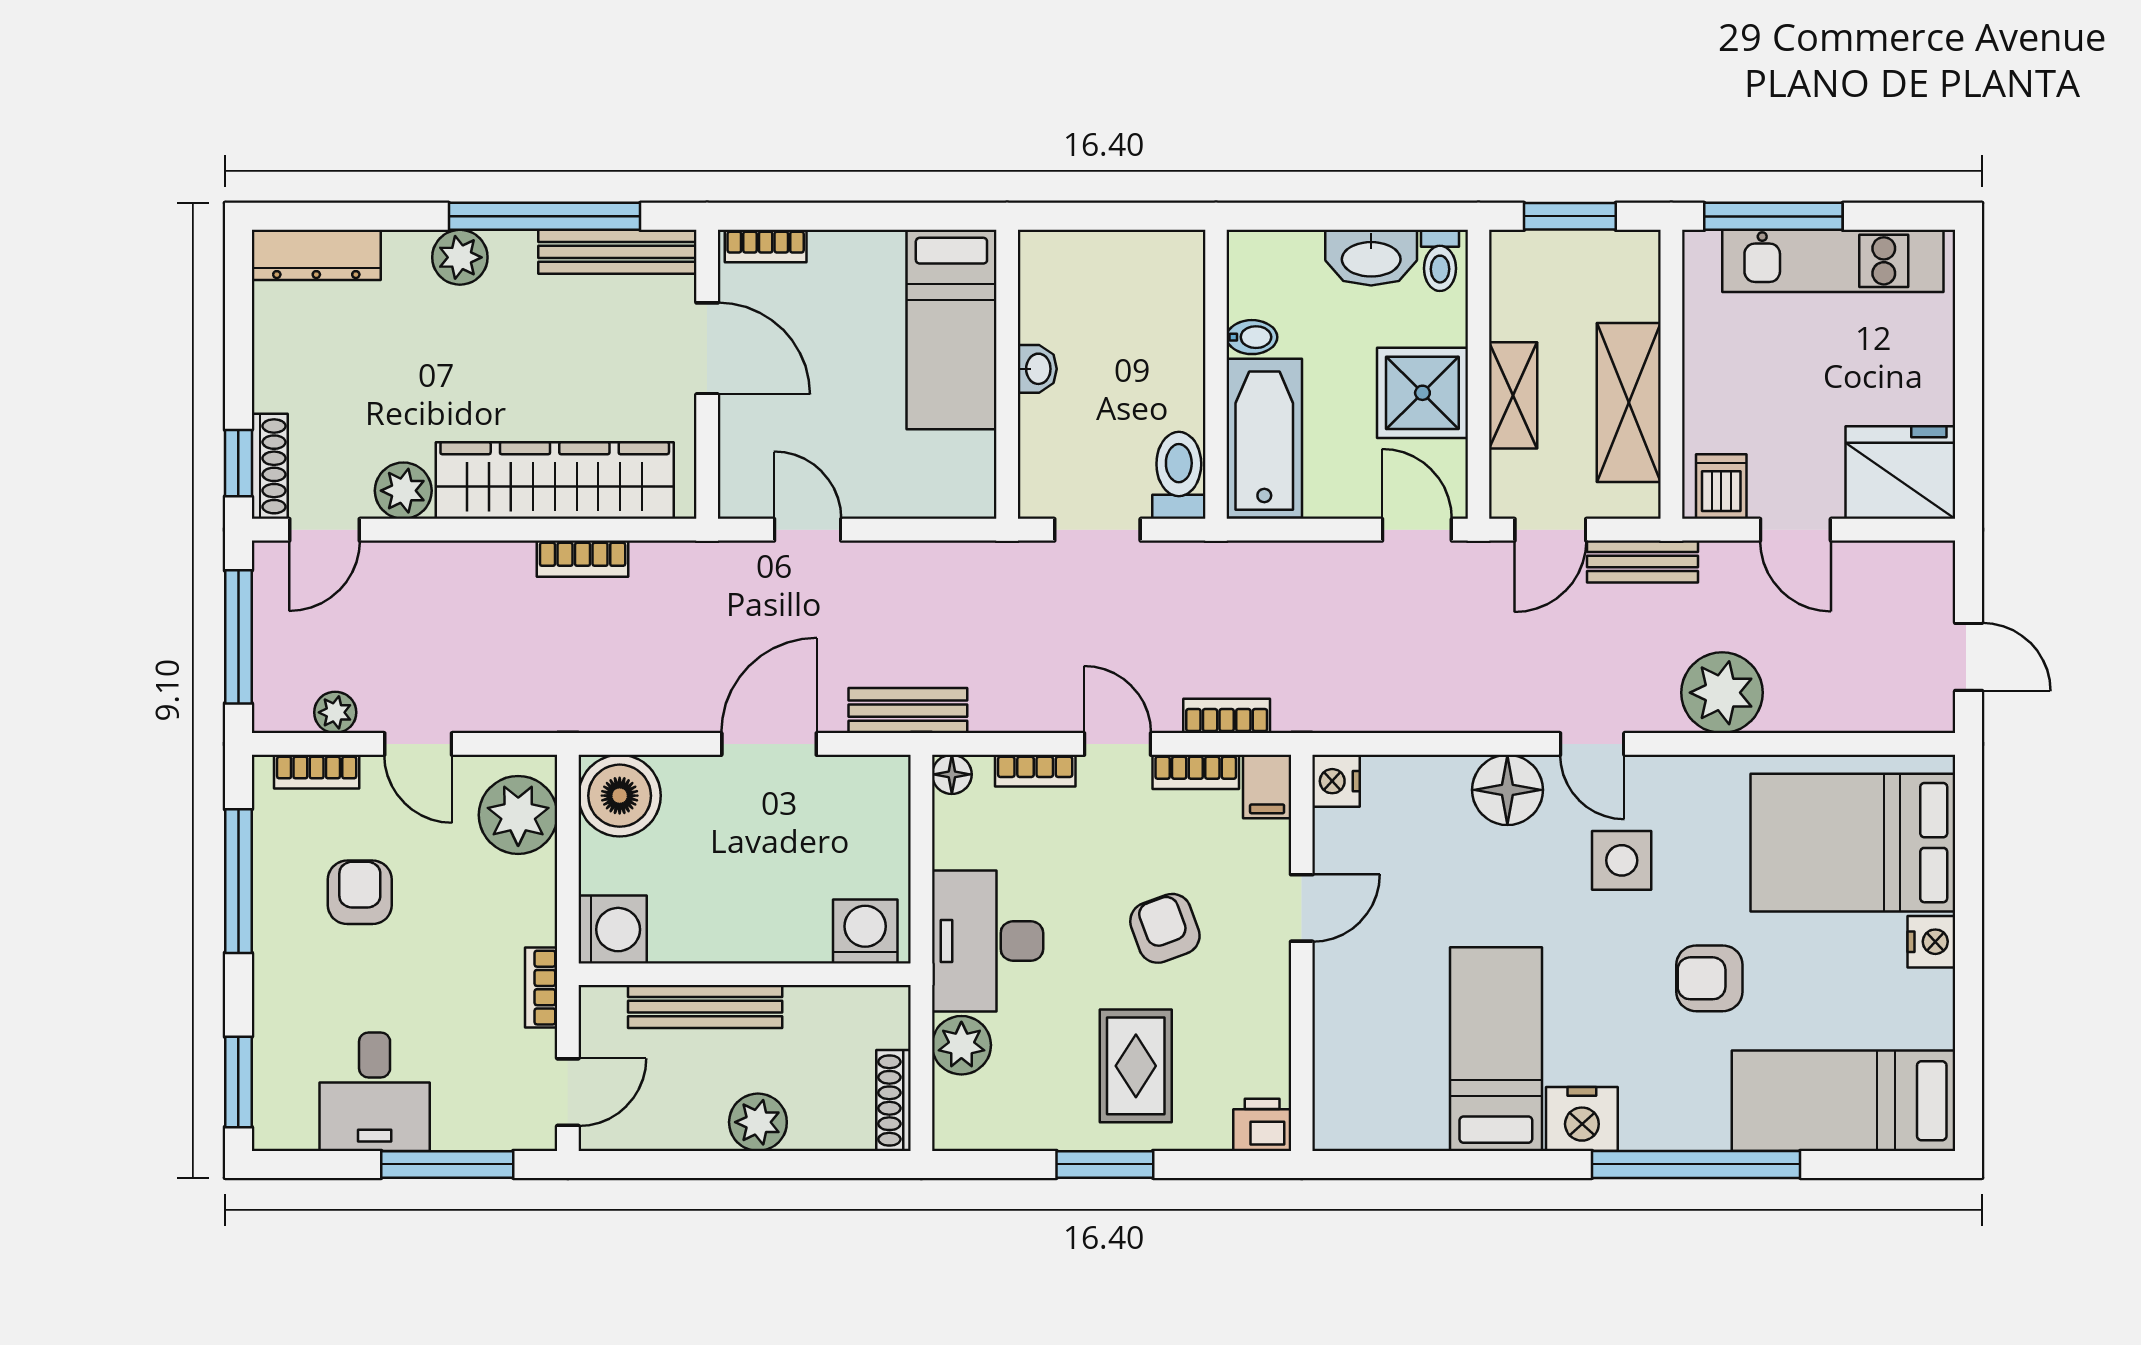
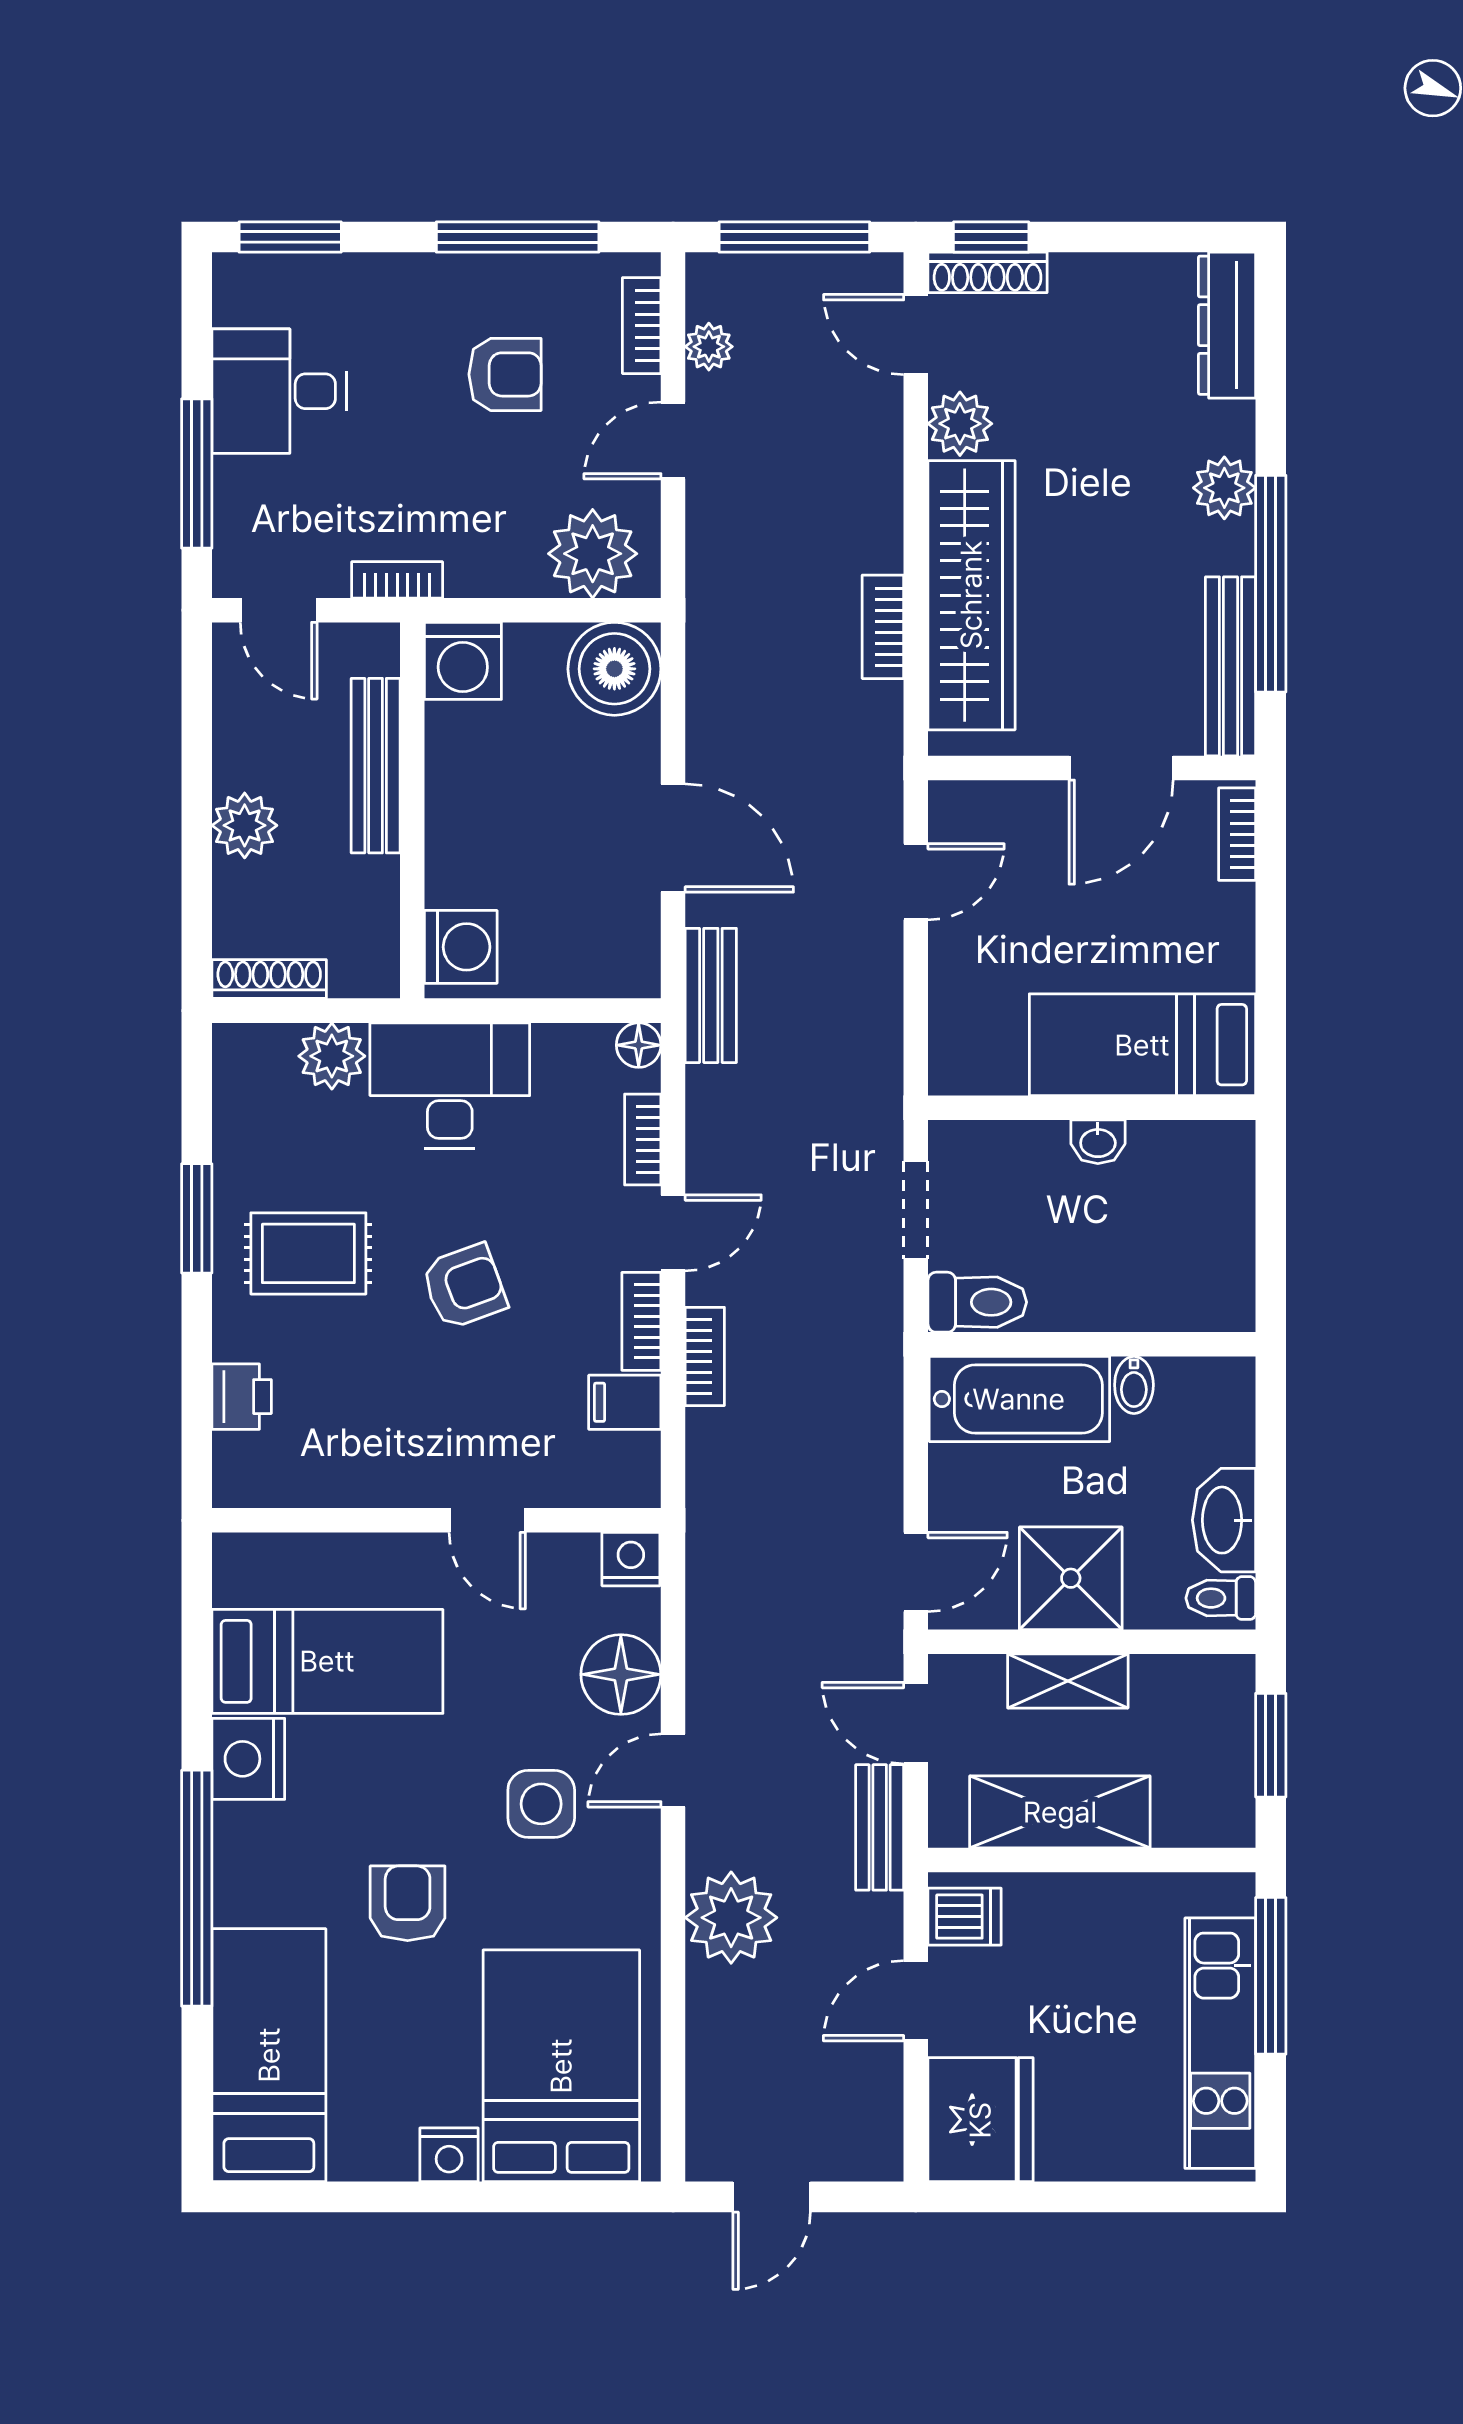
nightstand: (1336, 781) -> (631, 1559), moved
door: (1302, 908) -> (487, 1520), moved
wall: (1302, 953) -> (436, 1520), moved

